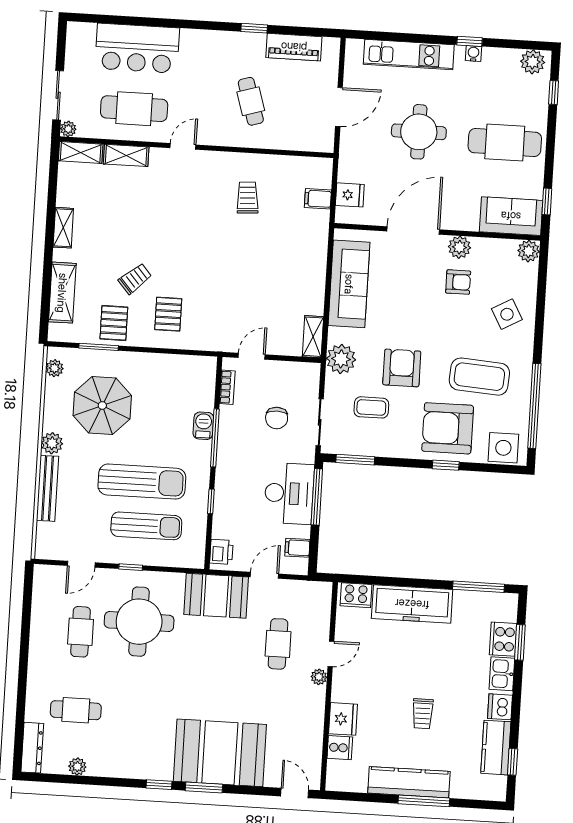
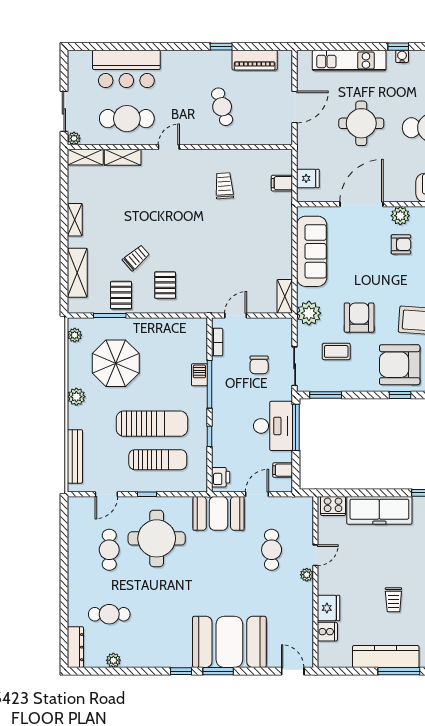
bench: (48, 488) -> (75, 456), moved

